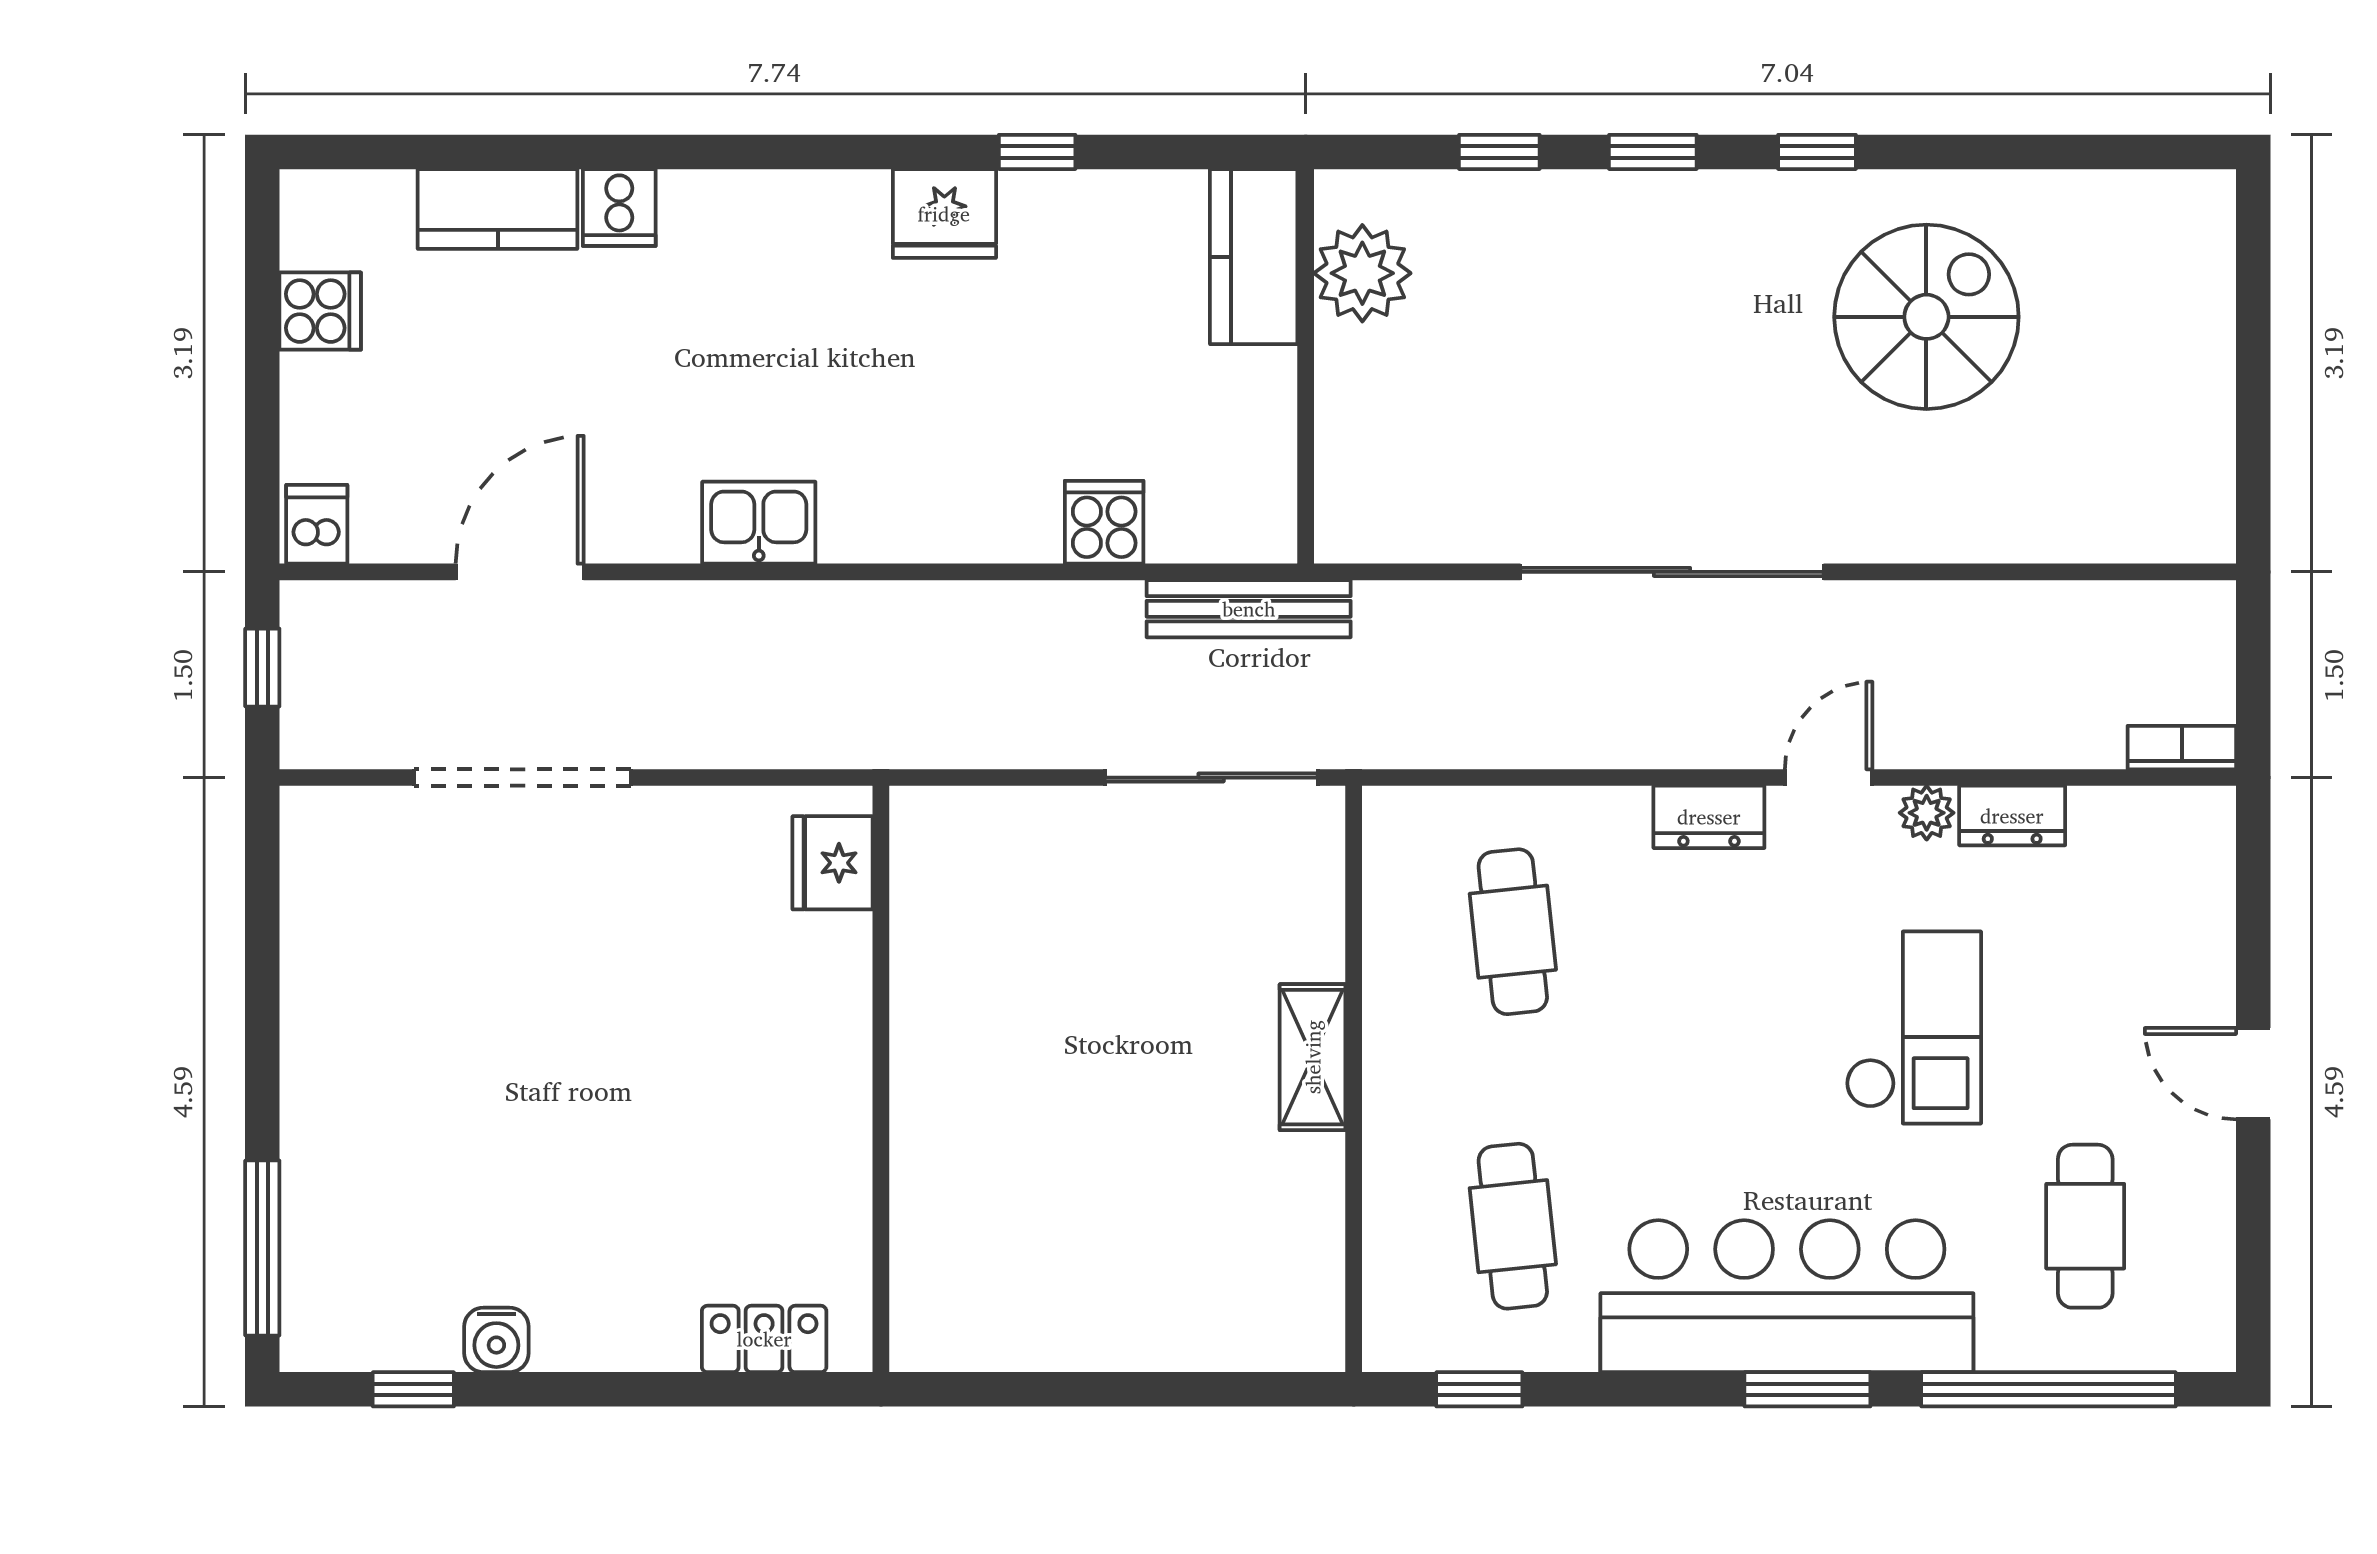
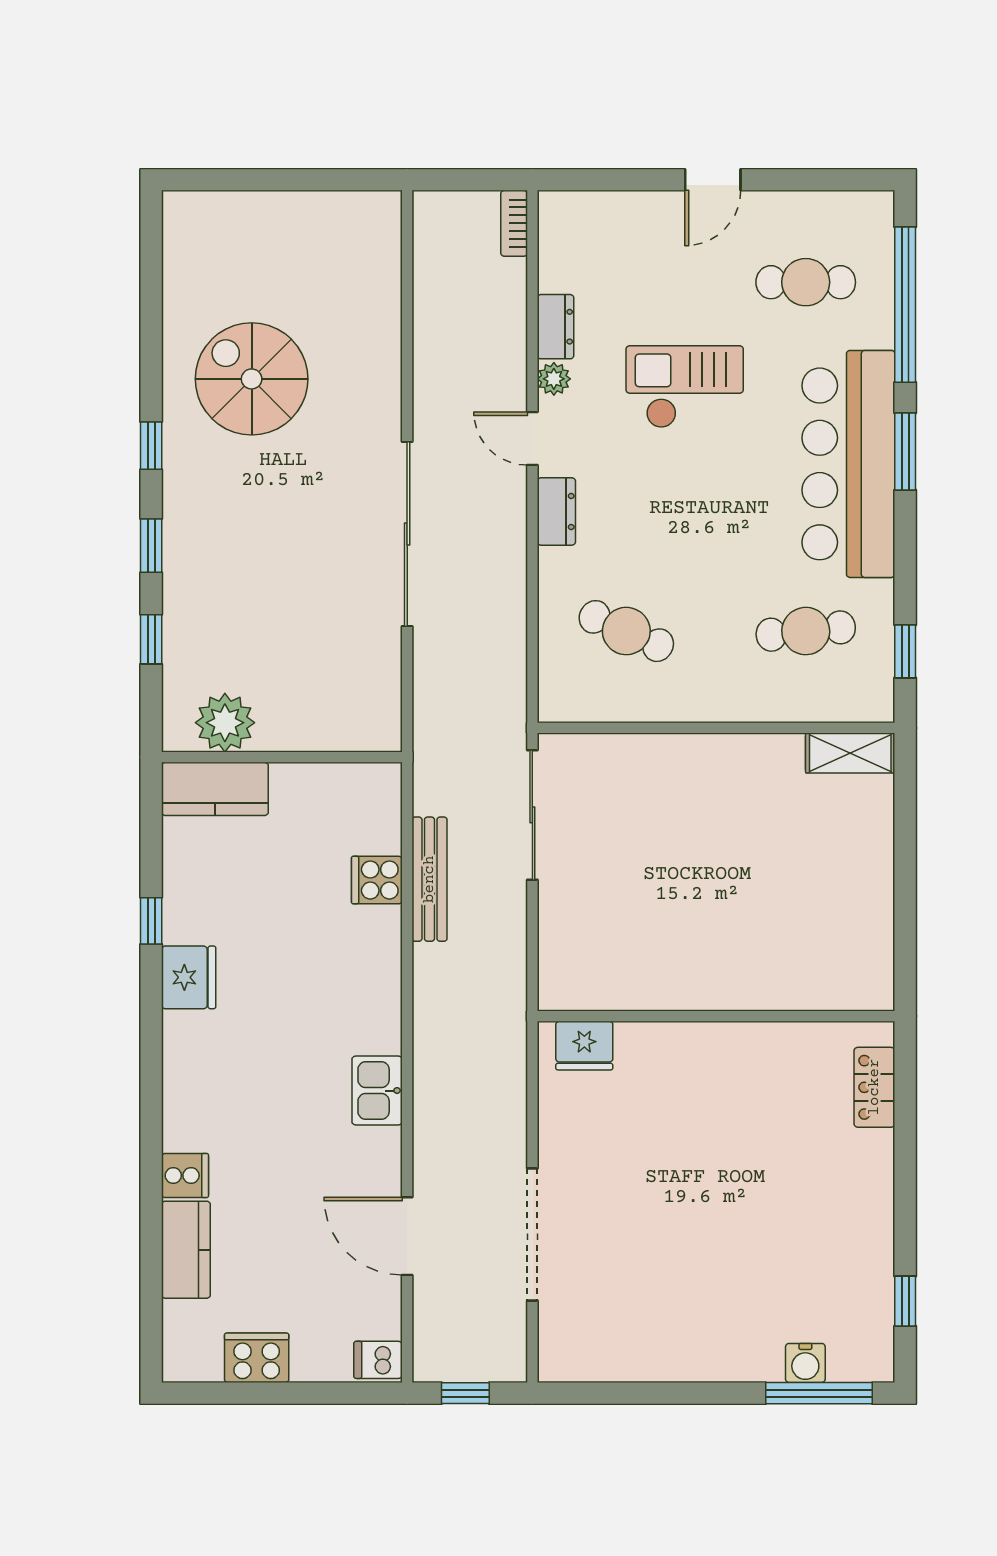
cooker: (320, 311) -> (257, 1358), width x1.36
bench: (1249, 609) -> (429, 879), moved
cafe table: (1513, 932) -> (626, 631), turned 30
shelving: (1313, 1057) -> (850, 753), moved
water cooler: (496, 1340) -> (805, 1363), moved, turned 90

